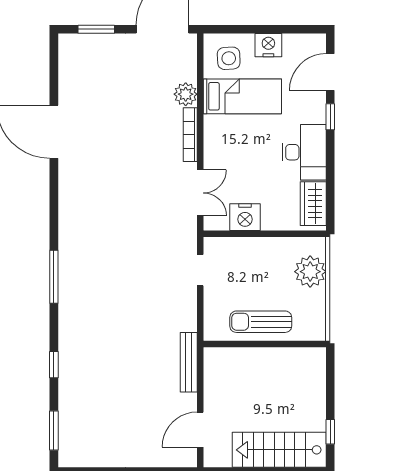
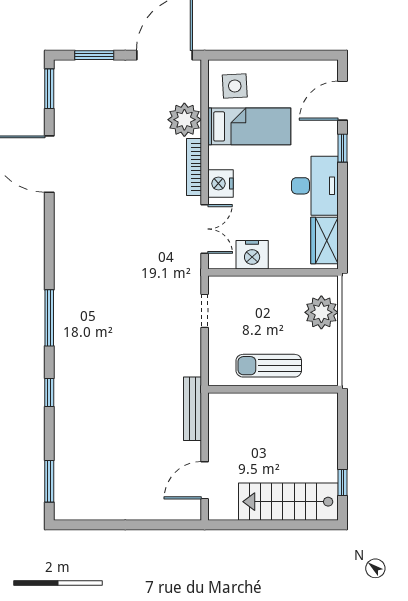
nightstand: (268, 45) -> (220, 184), moved, turned -90
window: (54, 61) -> (49, 89), added
plant: (186, 94) -> (184, 120), width x1.36, depth x1.36
window: (54, 365) -> (49, 393), moved

